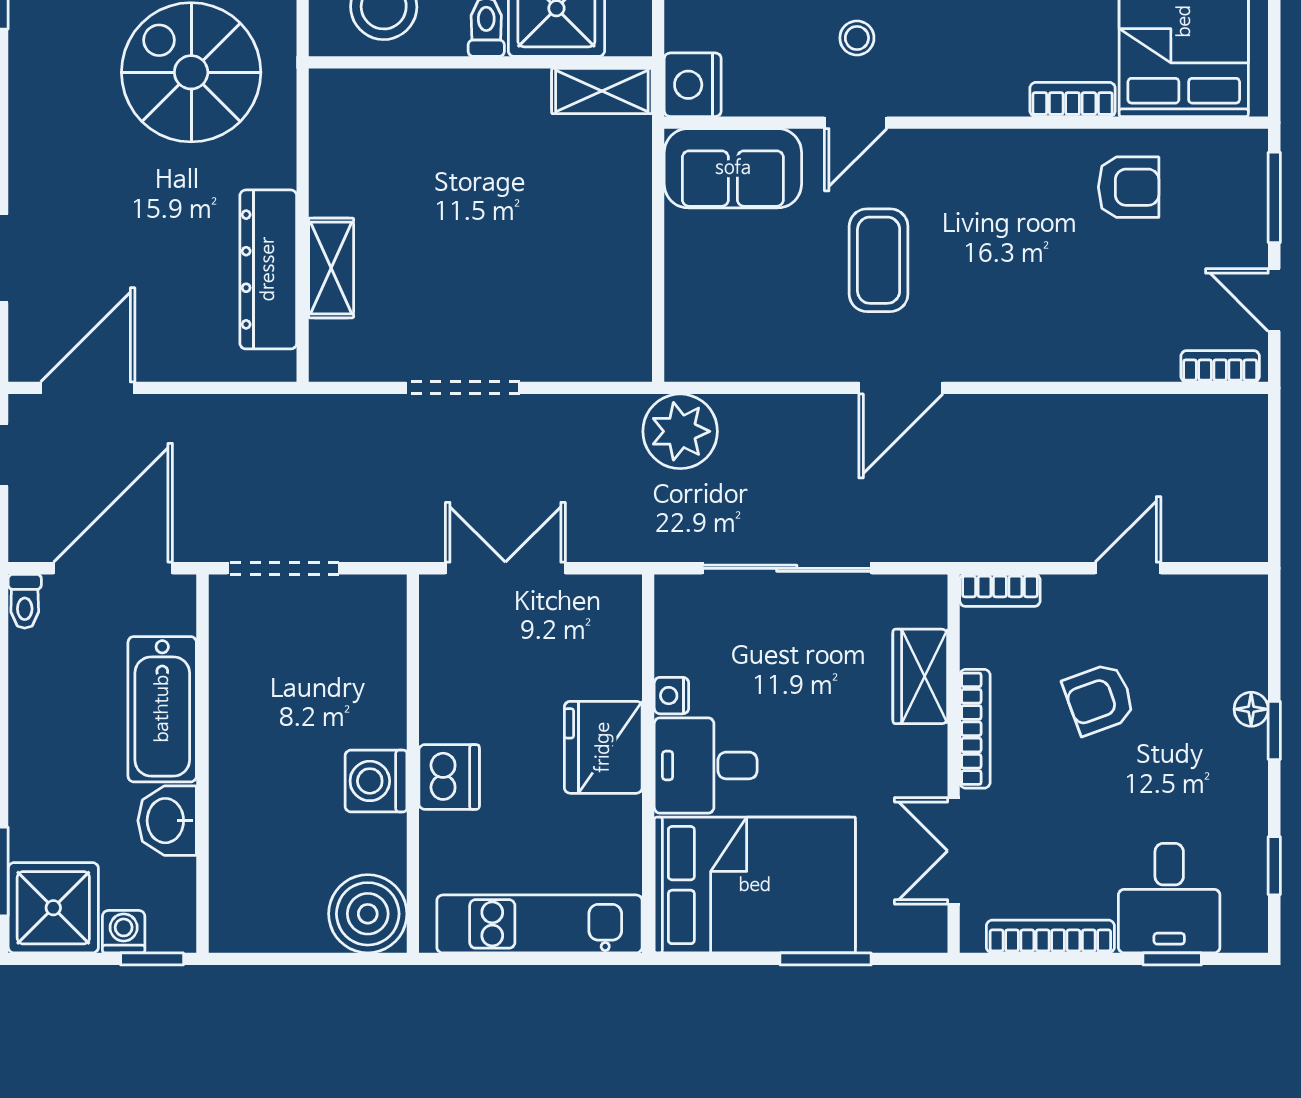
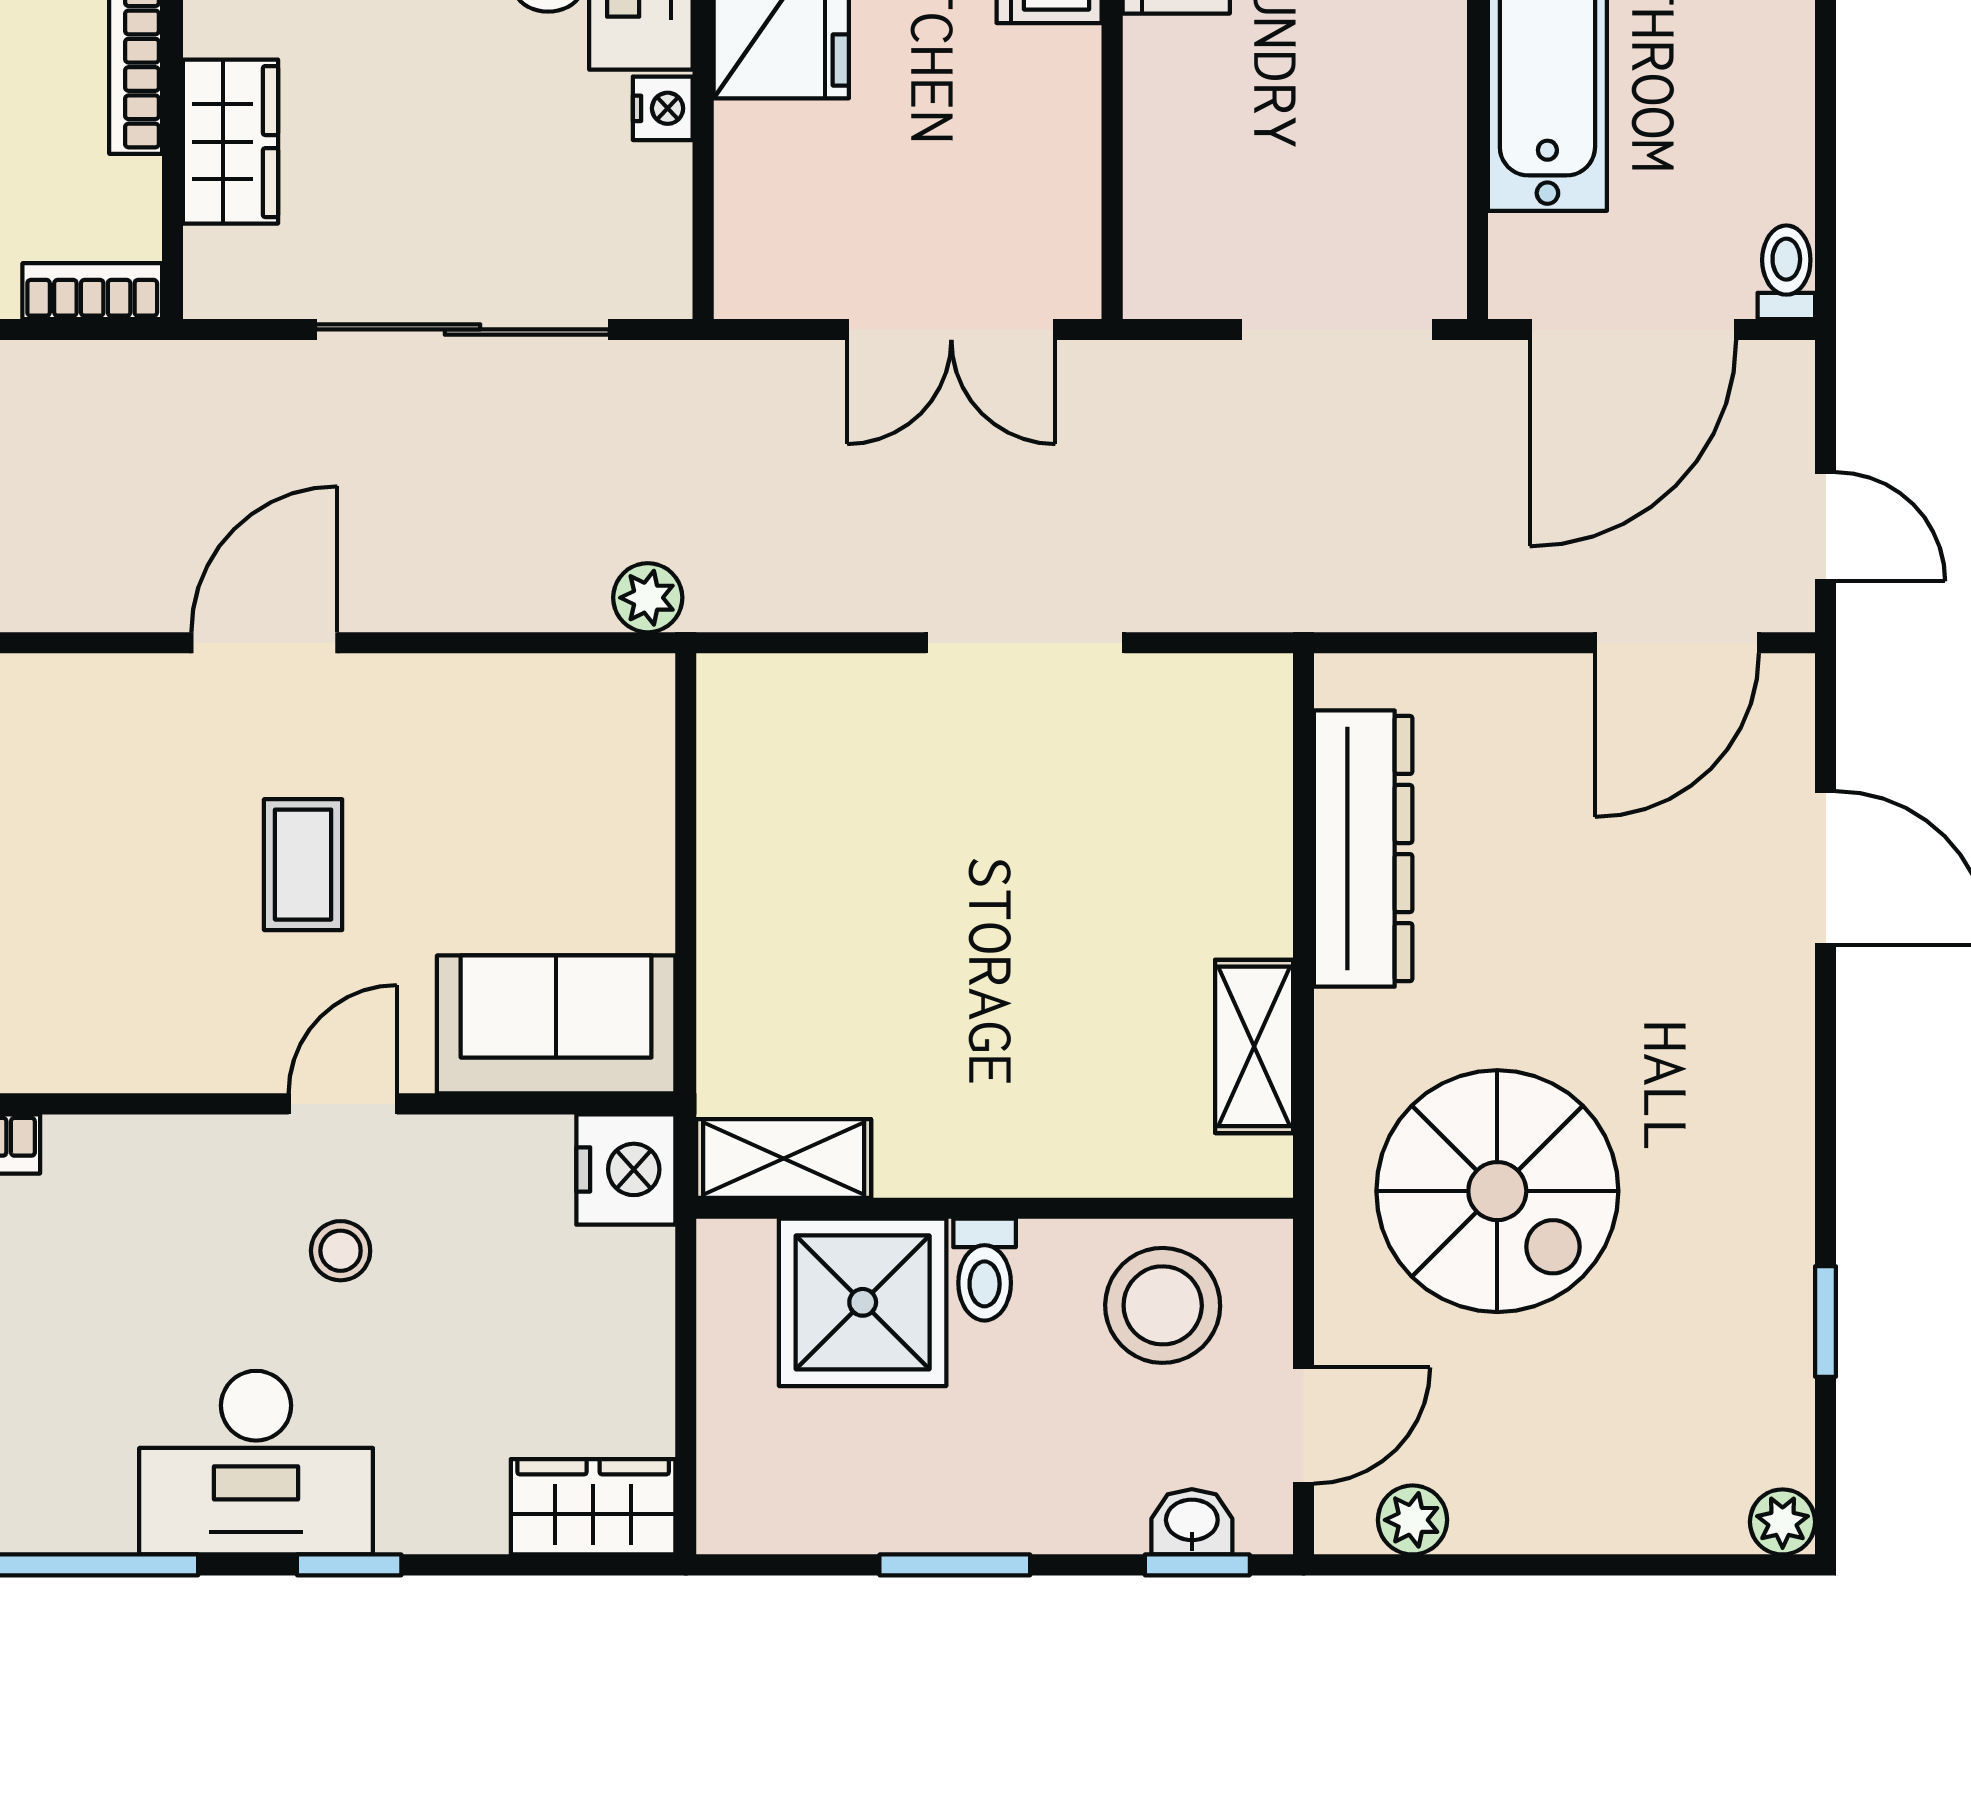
coffee table: (879, 260) -> (303, 865), width x0.73, depth x0.77
shelving: (331, 268) -> (1254, 1046), moved
plant: (680, 431) -> (648, 598), width x0.53, depth x0.53

